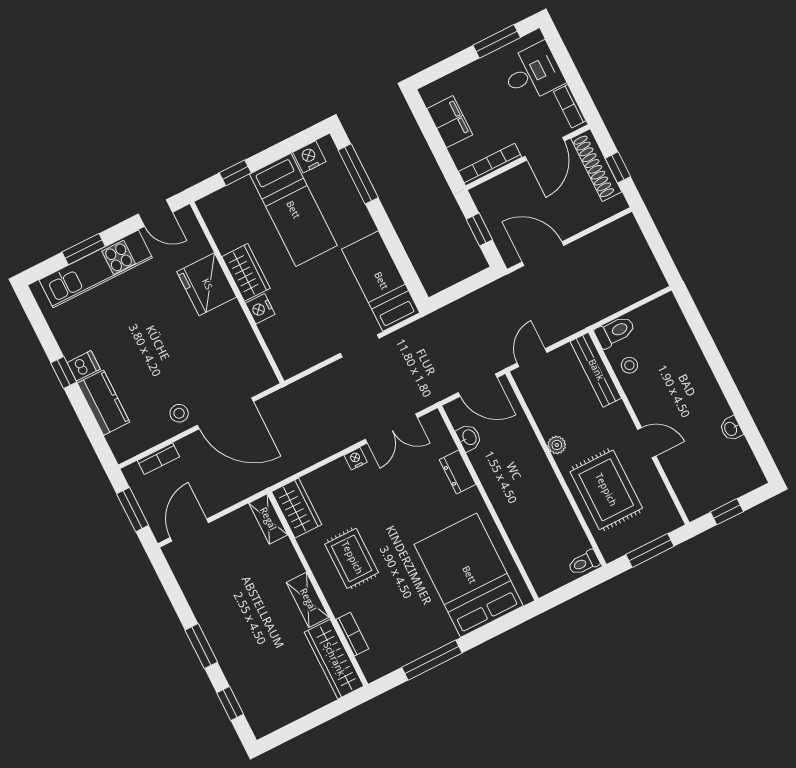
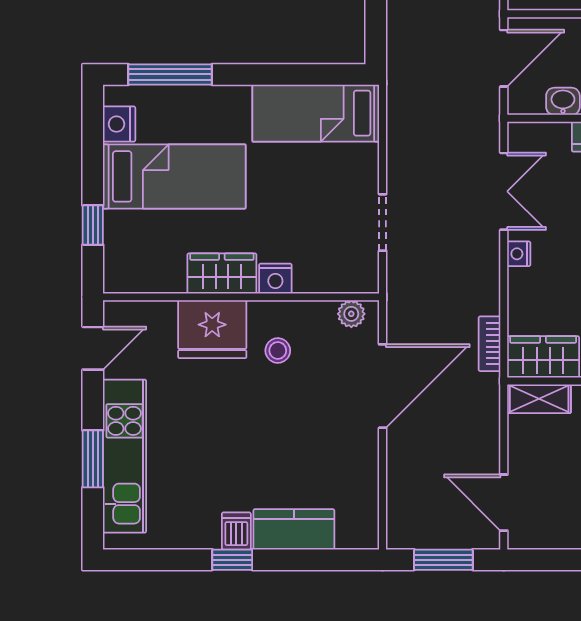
doorway: (360, 346) -> (383, 222), moved
plant: (262, 370) -> (351, 314), added
stool: (179, 413) -> (278, 351), moved
bookcase: (158, 459) -> (490, 344), moved, turned 180

